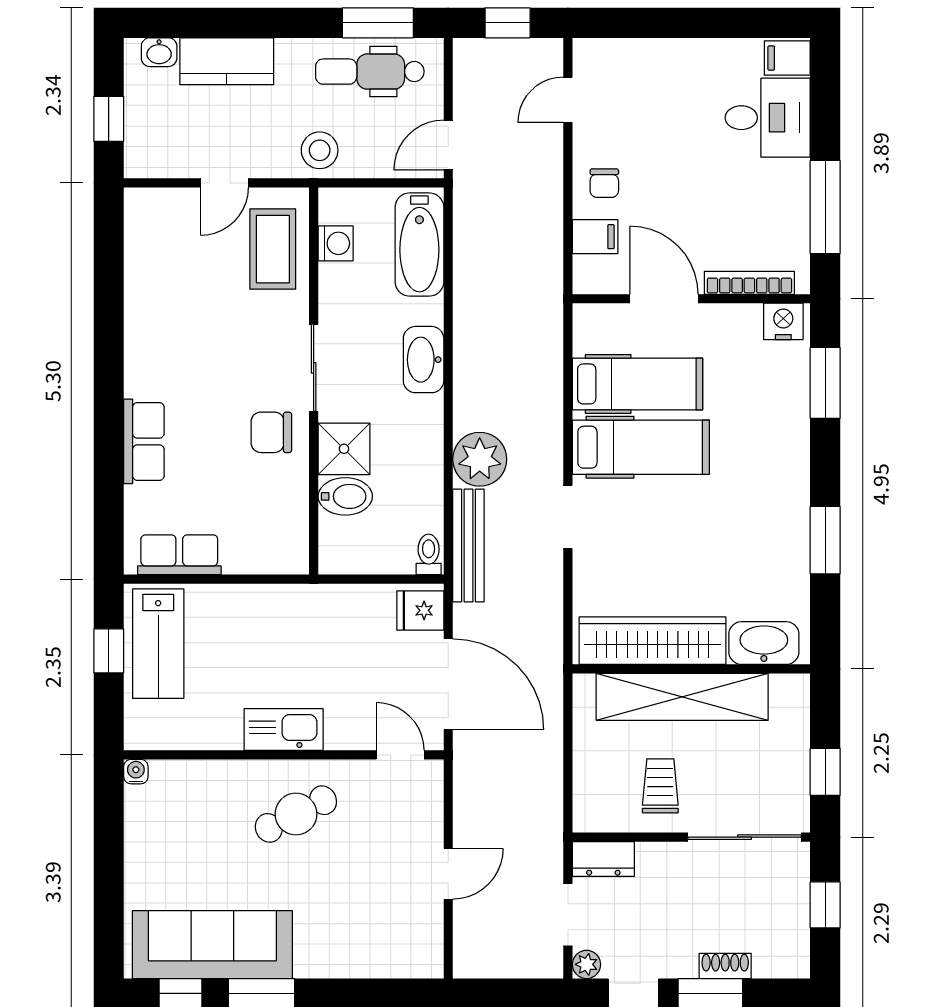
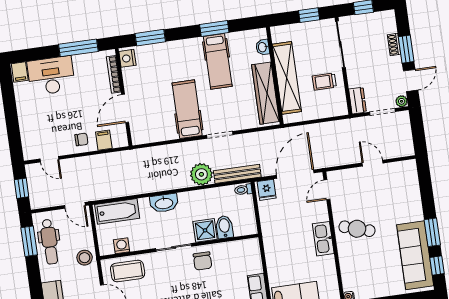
desk: (768, 118) -> (51, 76), width x1.37
hospital bed: (637, 384) -> (218, 61), moved, turned 180
washbasin: (764, 643) -> (263, 47), width x0.52, depth x0.69
cafe table: (296, 814) -> (357, 229), turned -46

